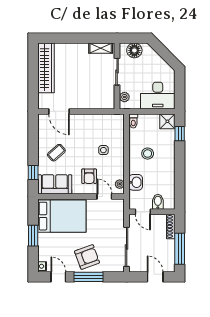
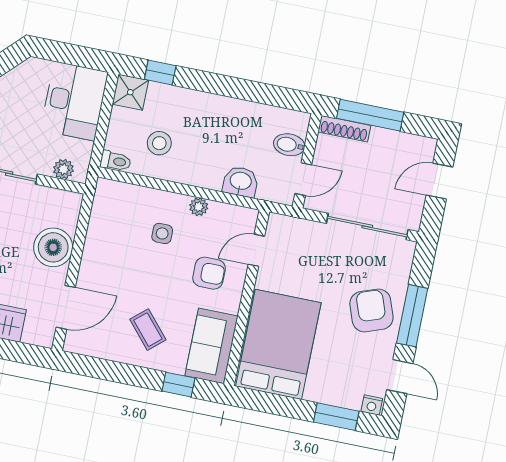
boiler: (86, 100) -> (53, 247), added
stool: (148, 154) -> (159, 143), moved
plant: (120, 184) -> (199, 207), moved
window: (33, 236) -> (336, 417), moved
window: (180, 249) -> (370, 115), moved
door: (58, 277) -> (400, 377), swing flipped

